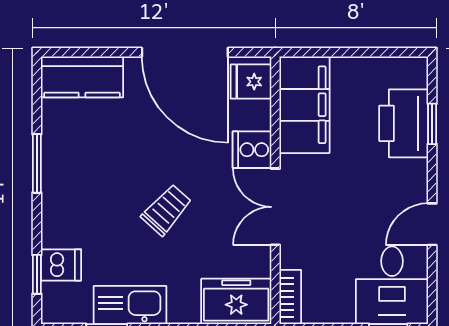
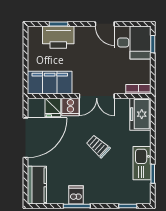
fridge: (251, 82) -> (53, 107), moved
dishwasher: (61, 265) -> (76, 195), moved

